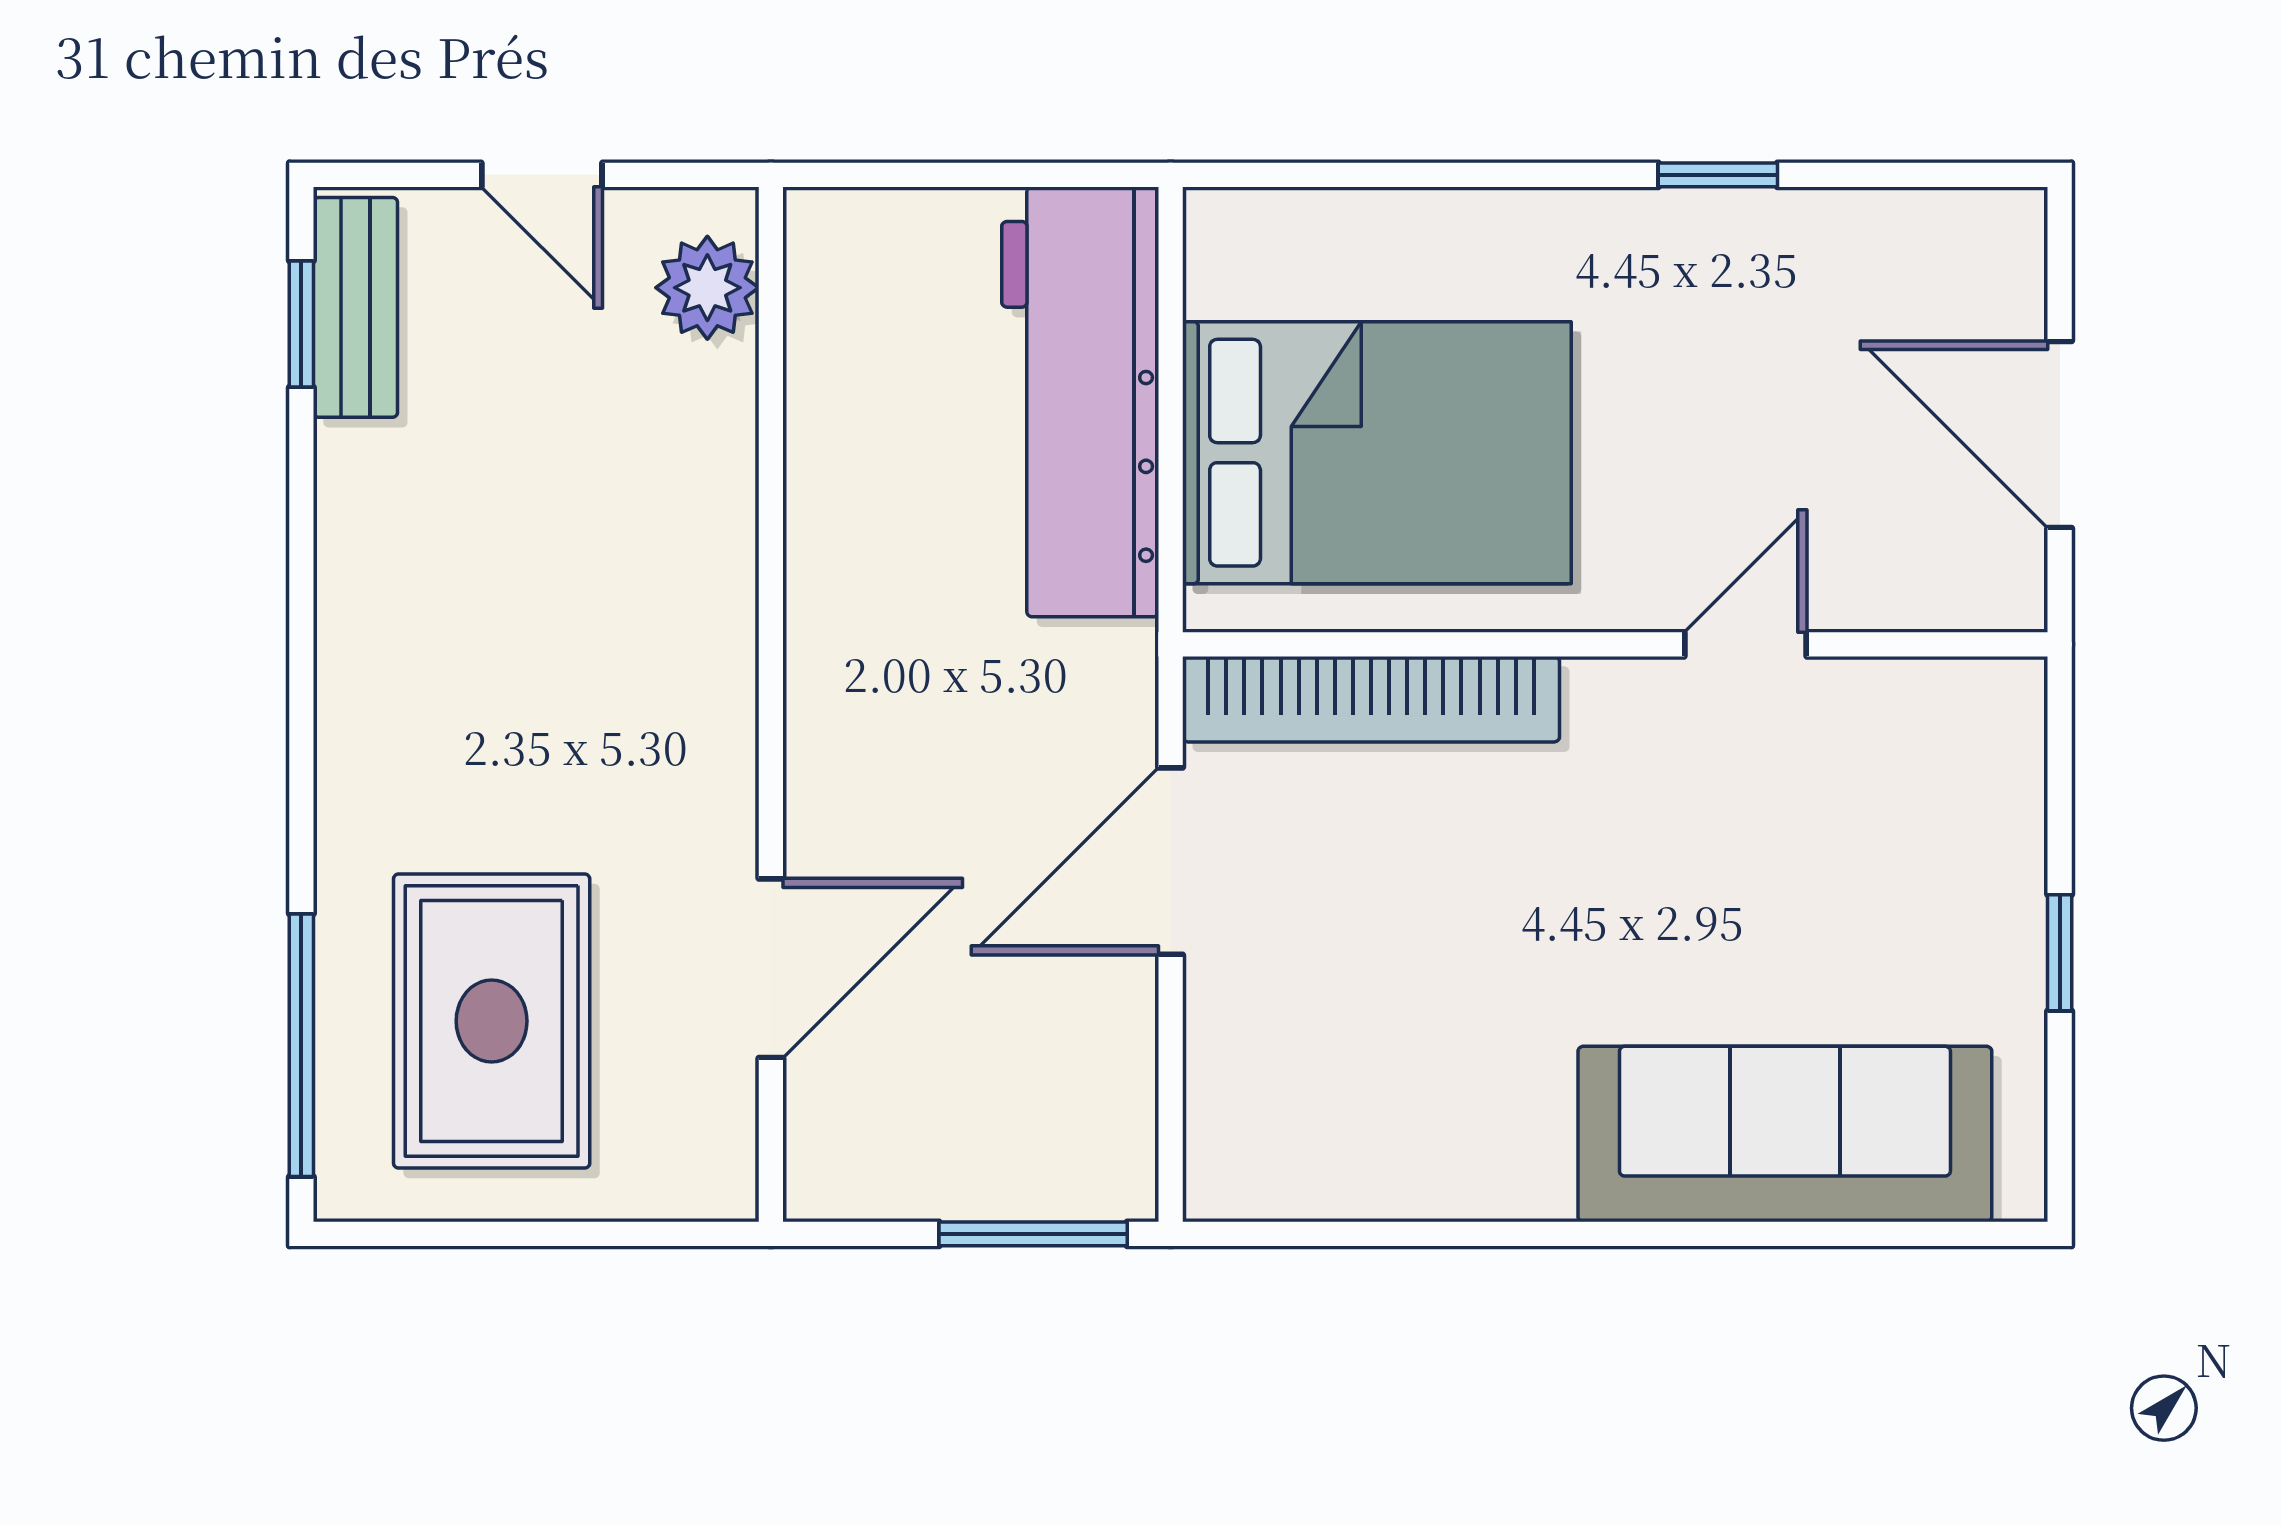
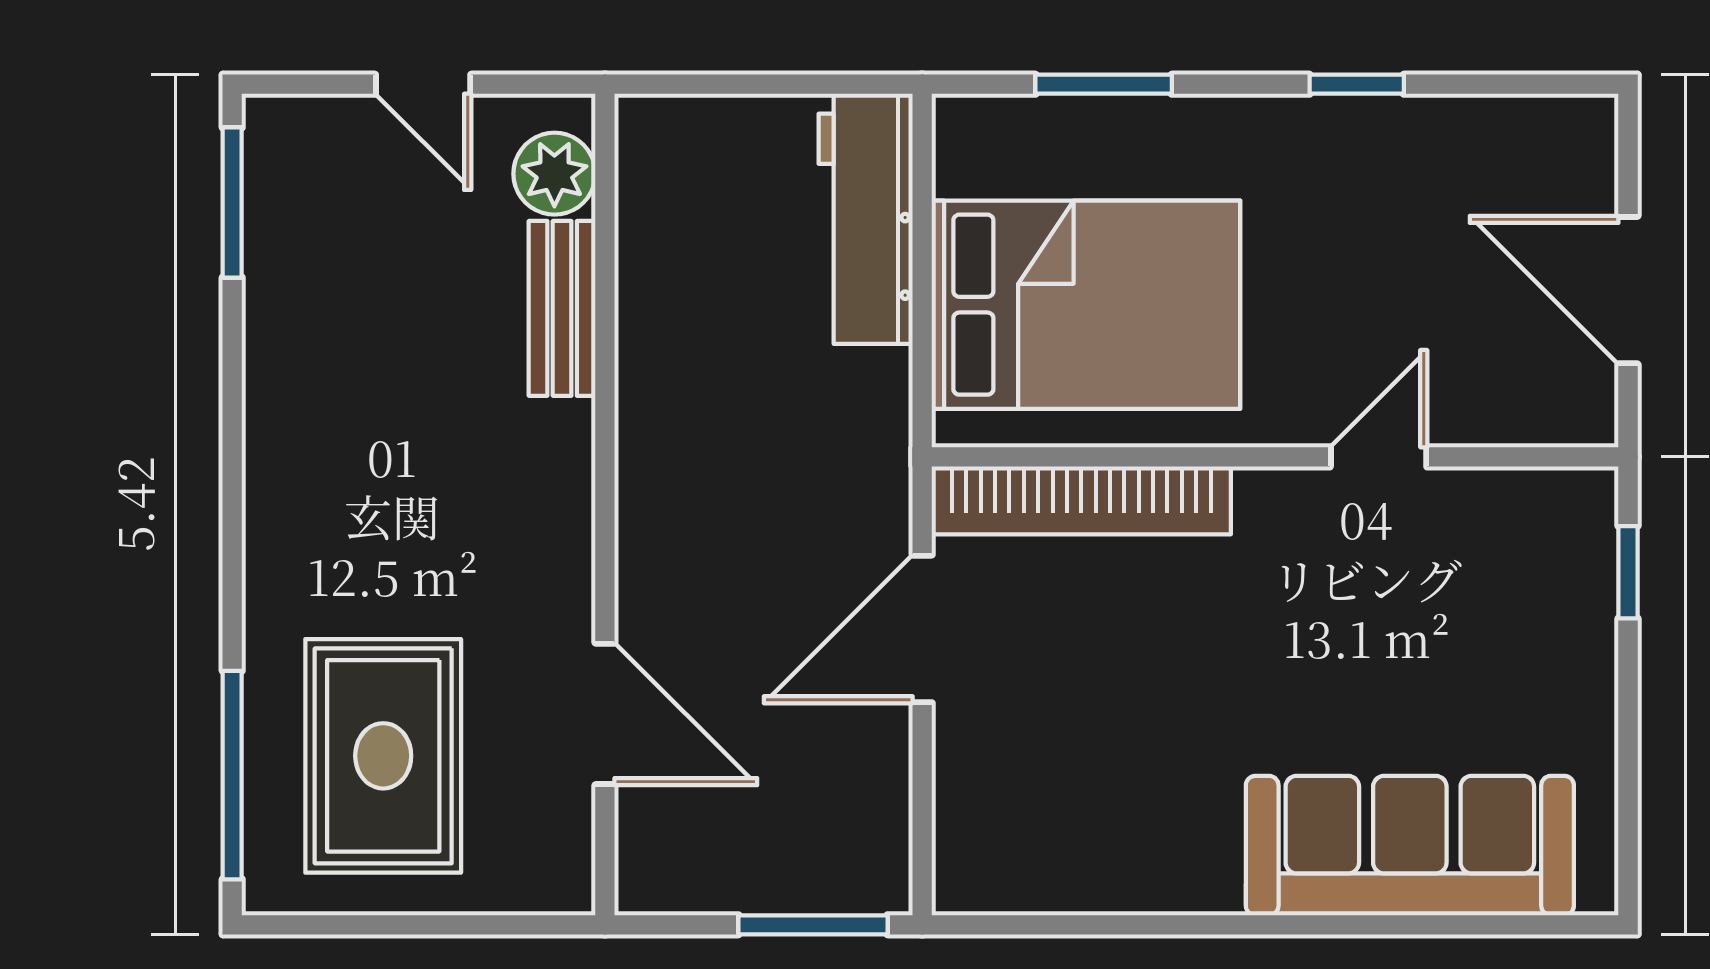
window: (1399, 175) -> (1104, 84), added
bench: (355, 307) -> (562, 308), moved
window: (301, 324) -> (232, 203), width x1.50
workbench: (1080, 402) -> (866, 219), width x0.73, depth x0.76
window: (2060, 953) -> (1628, 572), moved
door: (771, 968) -> (605, 714), hinge flipped

